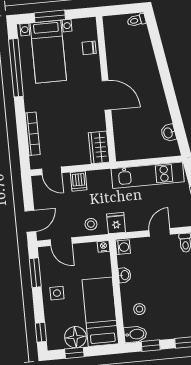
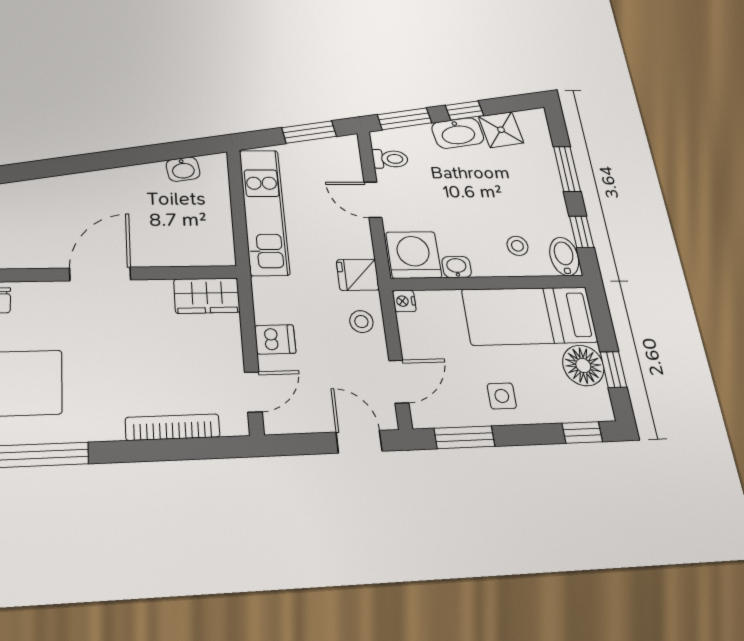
washing machine: (123, 247) -> (414, 255), width x1.89, depth x1.89

